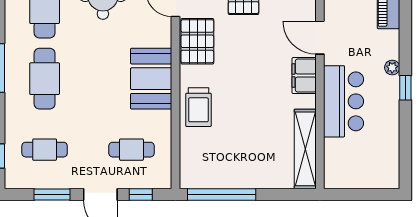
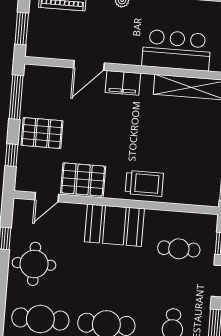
bar counter: (344, 101) -> (176, 50), moved
cafe table: (131, 150) -> (179, 249), turned 90

